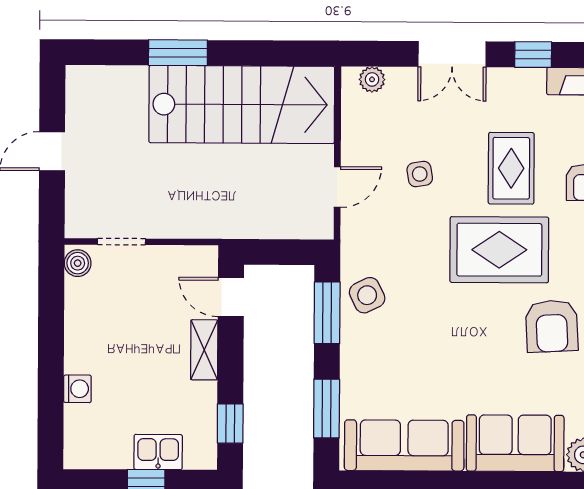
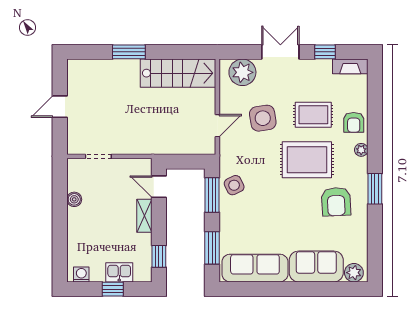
double door: (452, 54) -> (280, 52), swing flipped
plant: (372, 79) -> (242, 72), width x1.87, depth x1.87
stairs: (242, 104) -> (178, 73), width x0.73, depth x0.66
rug: (511, 168) -> (313, 115), turned 90
side table: (420, 174) -> (263, 118), width x1.87, depth x1.87
boiler: (78, 263) -> (74, 199), moved
washing machine: (77, 389) -> (81, 274), moved, turned -90

